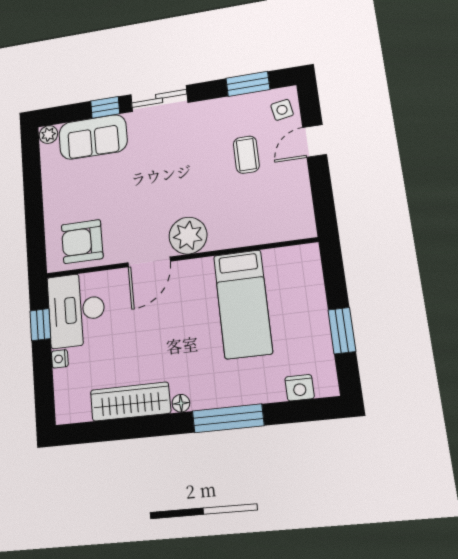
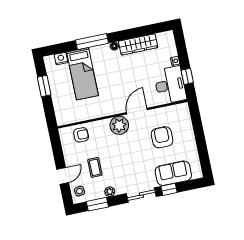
plant: (48, 135) -> (110, 192), moved
armchair: (269, 221) -> (81, 135), added
armchair: (82, 242) -> (162, 137), moved, turned -90
bed: (243, 304) -> (83, 74), moved, turned 180

